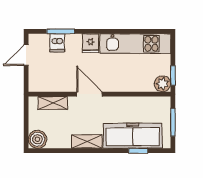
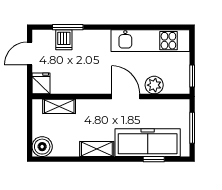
fridge: (91, 43) -> (41, 83), moved, turned 180
plant: (163, 84) -> (154, 85), moved
door: (89, 94) -> (126, 97), moved

